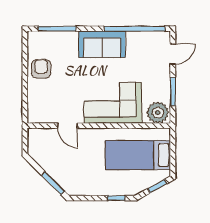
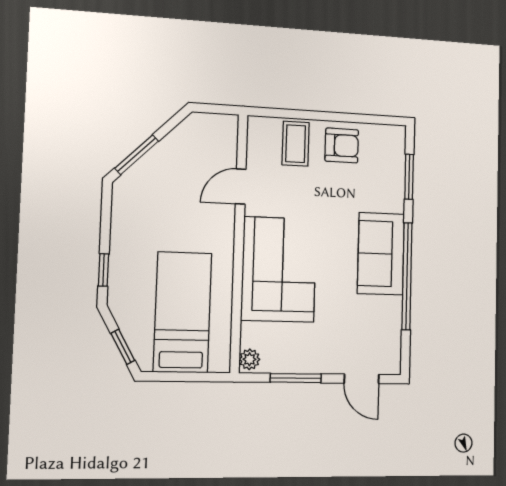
window: (57, 29) -> (409, 177), width x0.69
window: (135, 29) -> (407, 276), moved
coffee table: (42, 95) -> (296, 144), added
plant: (158, 113) -> (250, 359), width x0.53, depth x0.53

